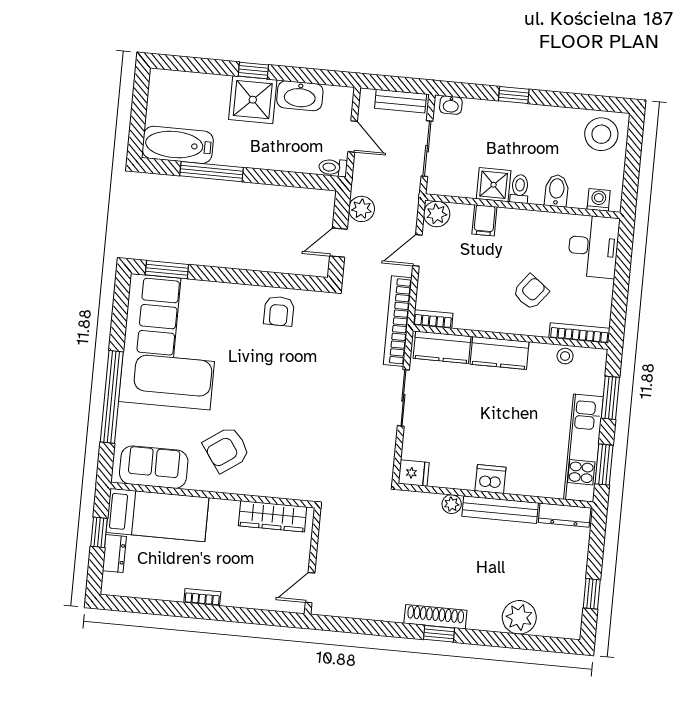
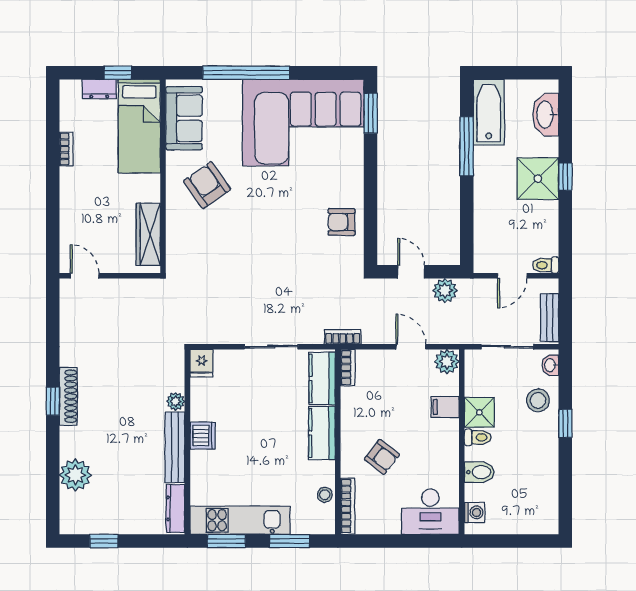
washbasin: (300, 96) -> (546, 114), moved
stool: (601, 134) -> (538, 400), moved, width x0.73, depth x0.73
toilet: (333, 167) -> (546, 265), moved, turned -90
bookcase: (398, 321) -> (343, 337), width x0.43, depth x0.76
bookcase: (202, 597) -> (66, 149), moved

